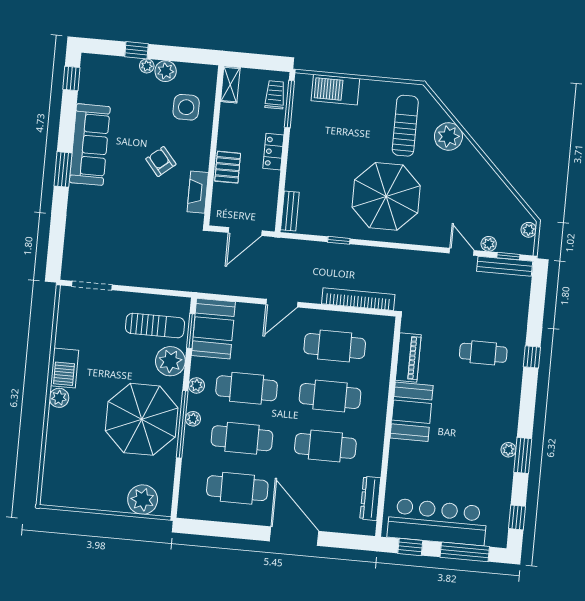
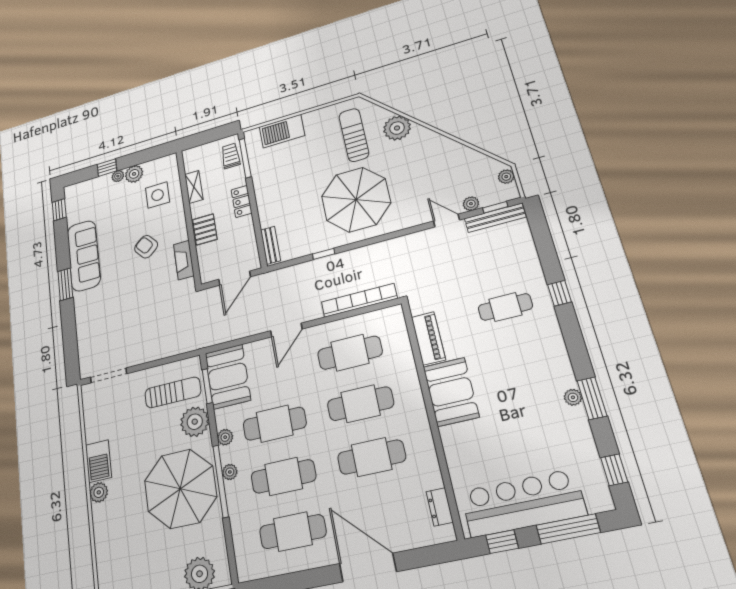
shelving: (230, 85) -> (194, 187), moved
dresser: (370, 498) -> (440, 507), width x0.70

